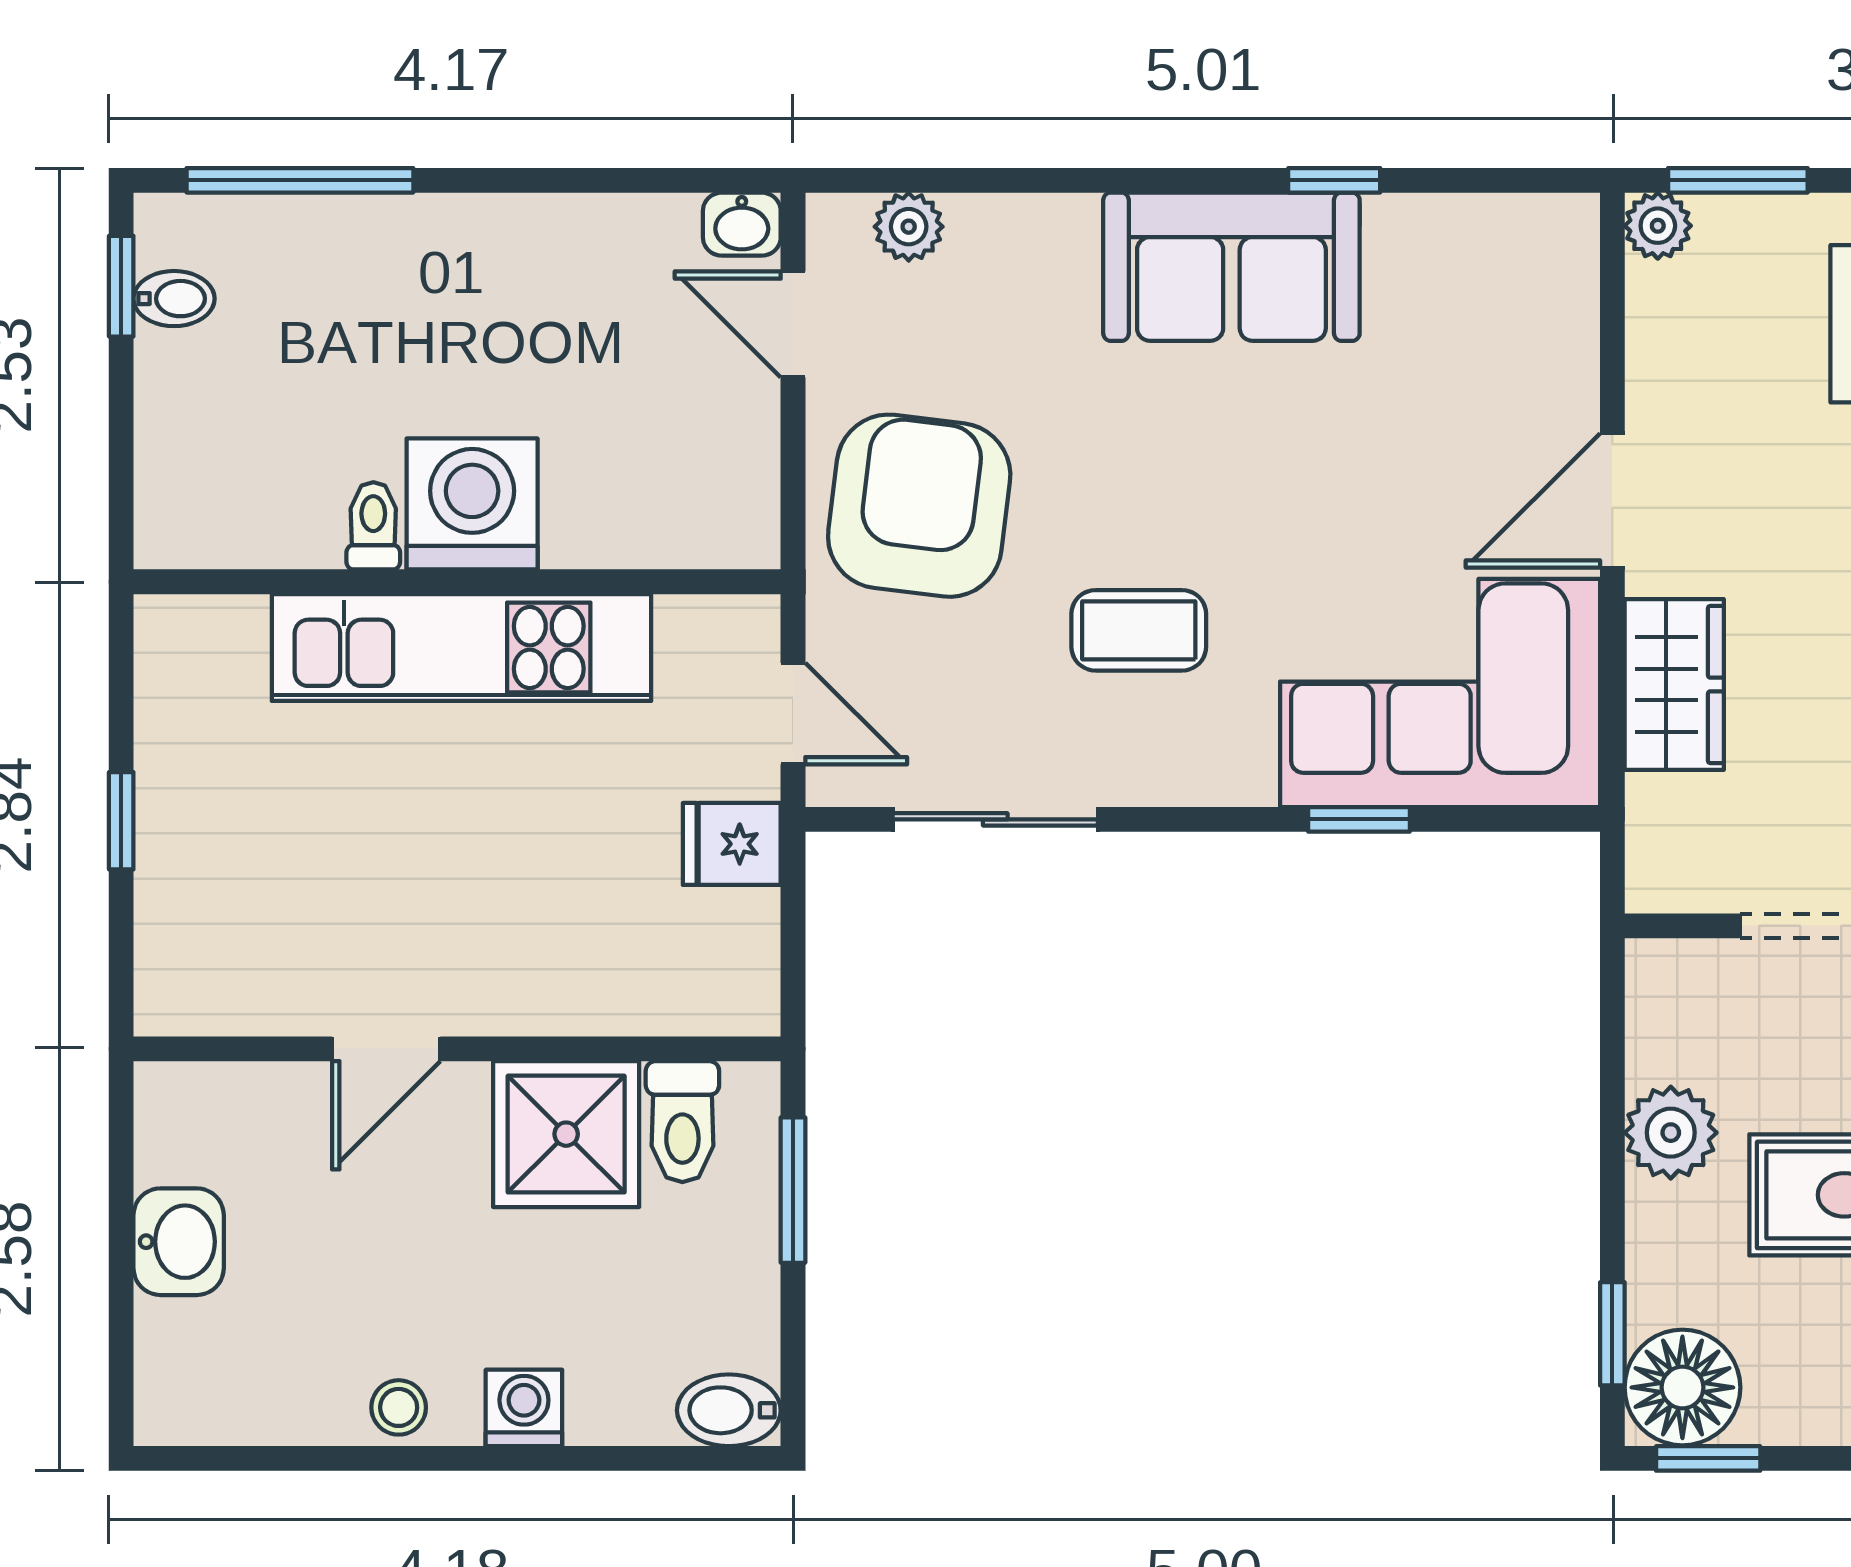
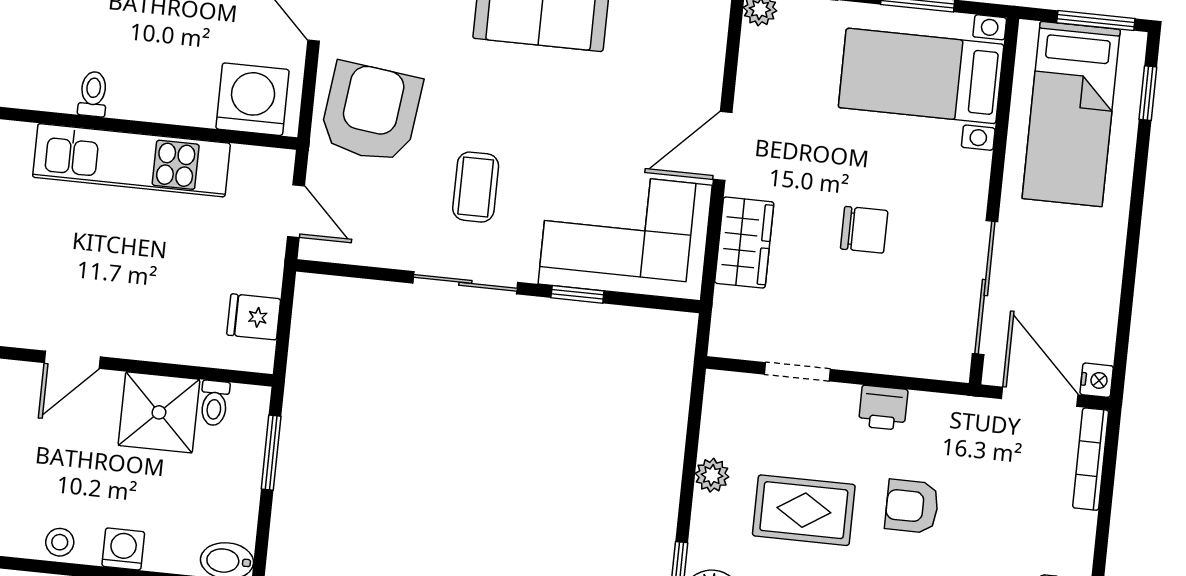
washing machine: (472, 504) -> (252, 99), moved
coffee table: (1139, 630) -> (476, 187), turned 90
sliding door: (995, 819) -> (465, 283), moved
fridge: (732, 844) -> (254, 317), moved
toilet: (682, 1122) -> (214, 403), width x0.73, depth x0.72
plant: (1671, 1133) -> (712, 475), width x0.73, depth x0.73

